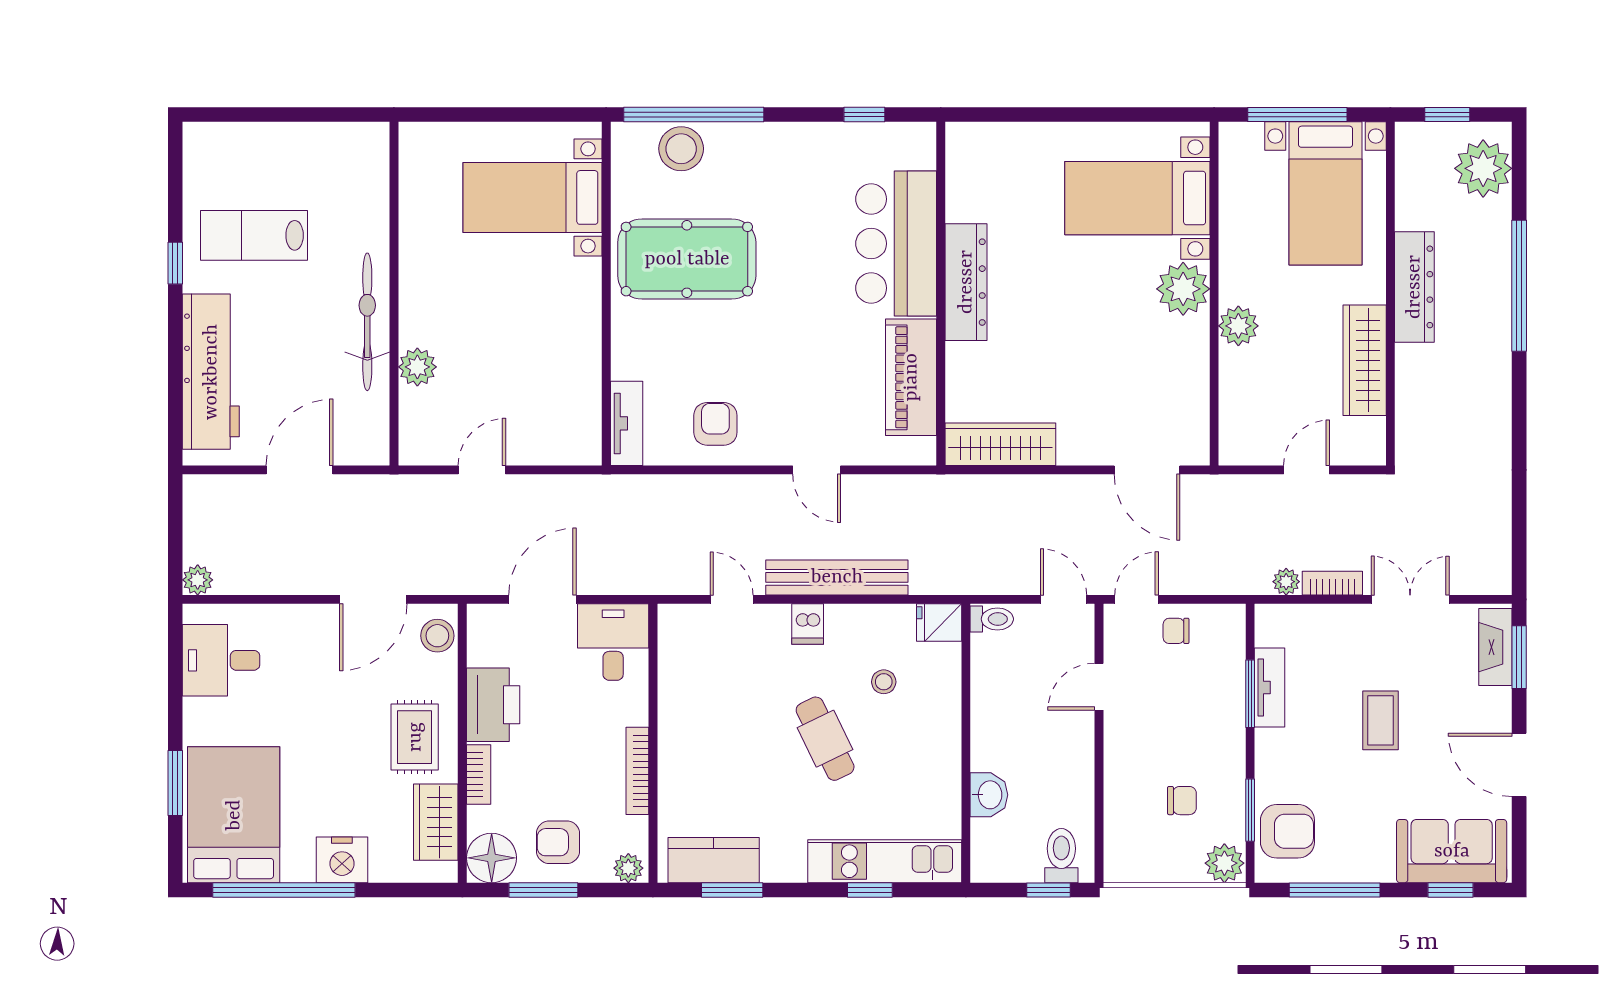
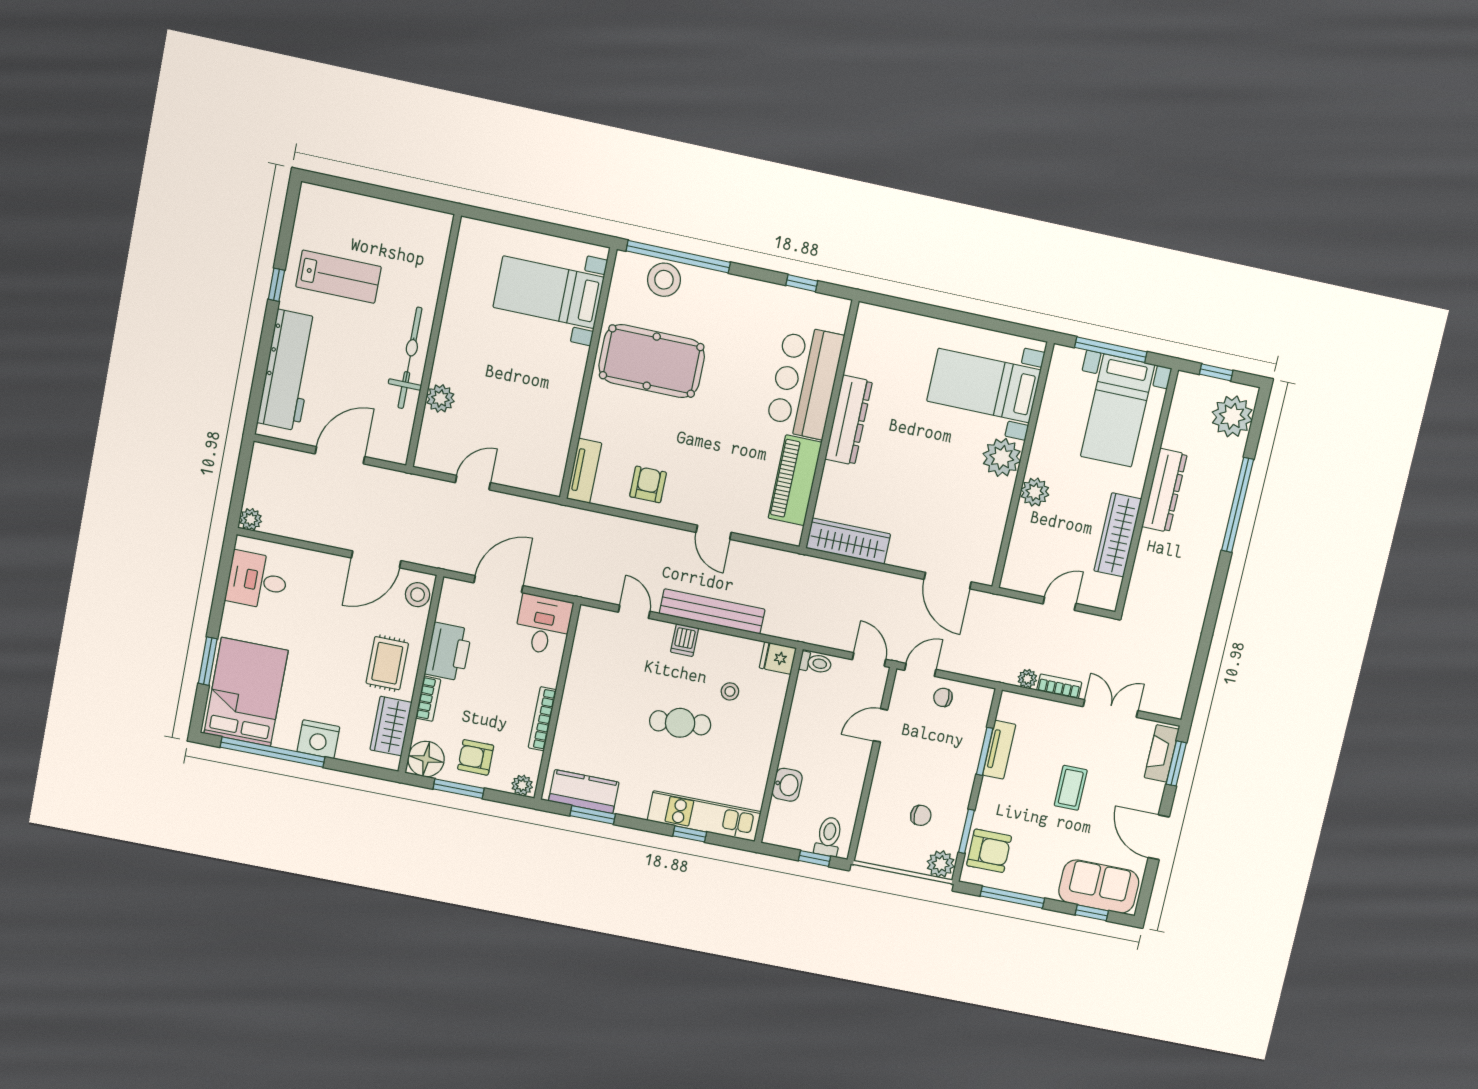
lab bench: (254, 235) -> (339, 277), turned 180
cafe table: (825, 739) -> (680, 723), turned -70

